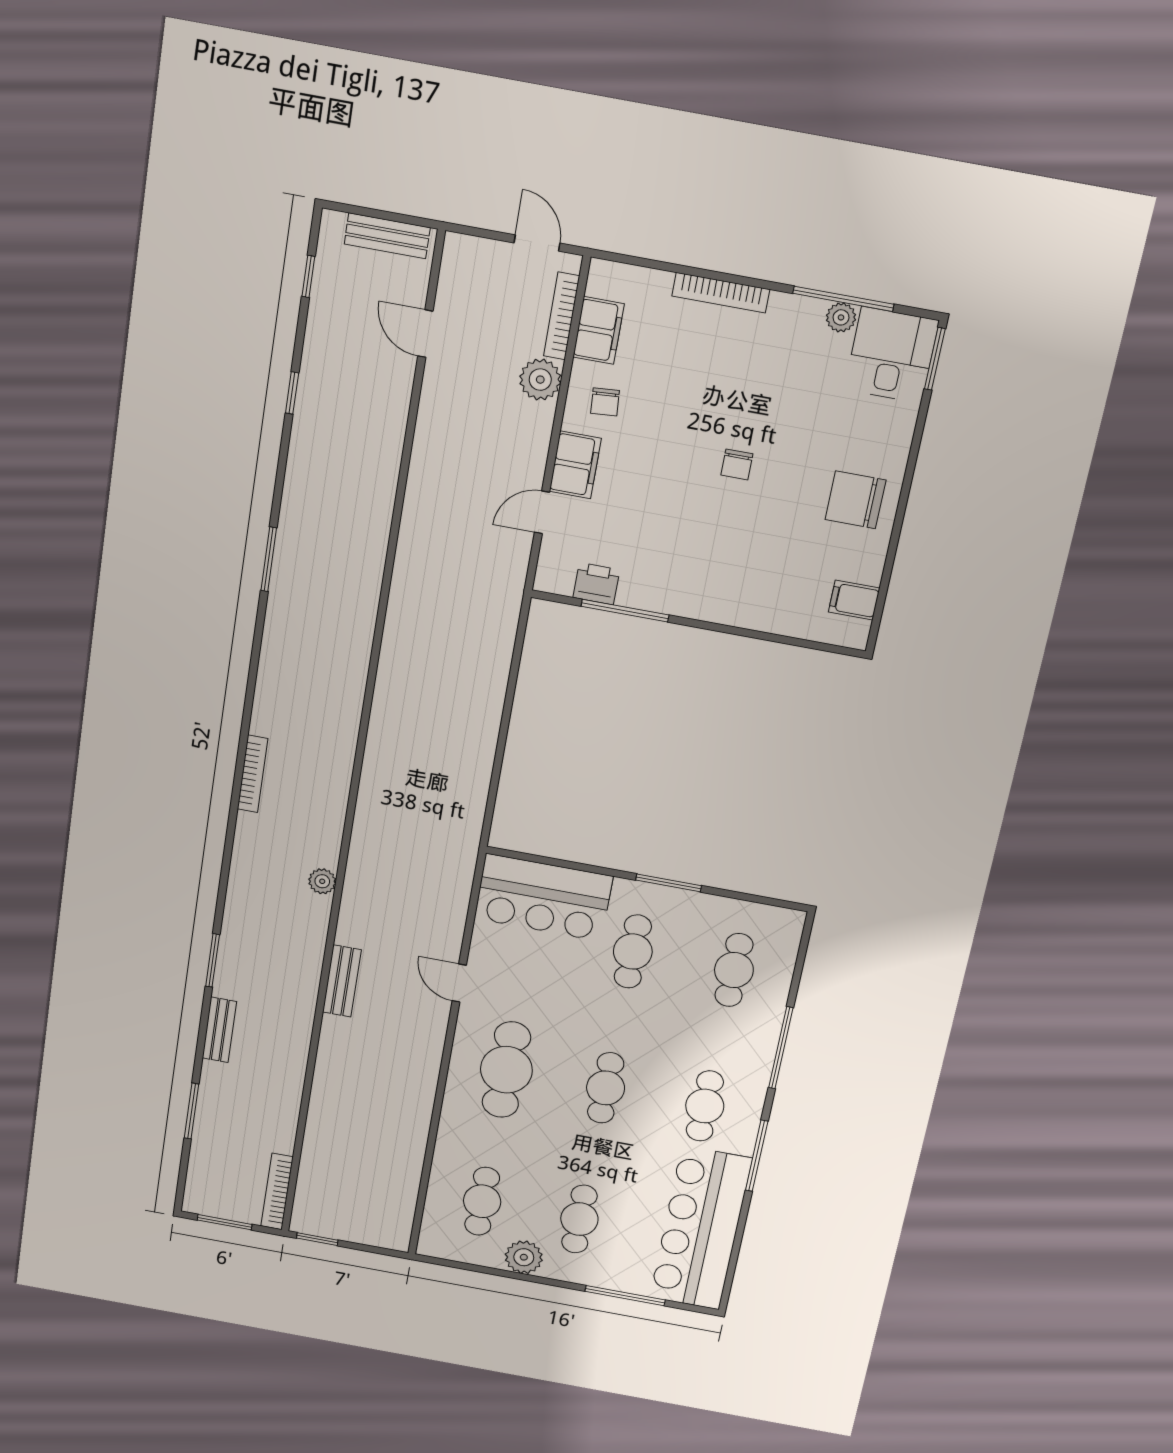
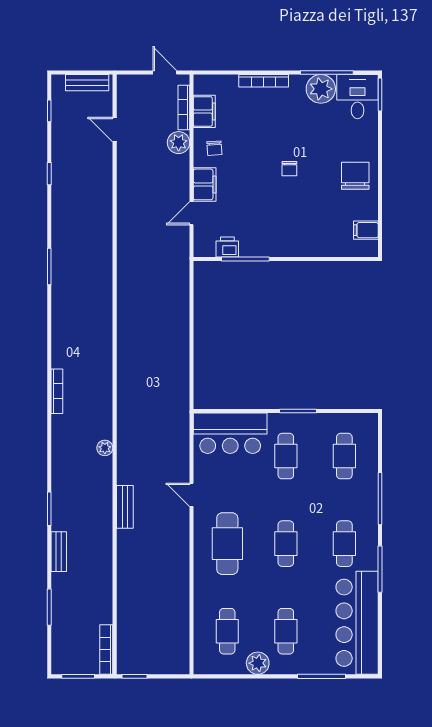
plant: (841, 317) -> (321, 89), width x1.88, depth x1.88
chair: (856, 500) -> (355, 176), turned 90

